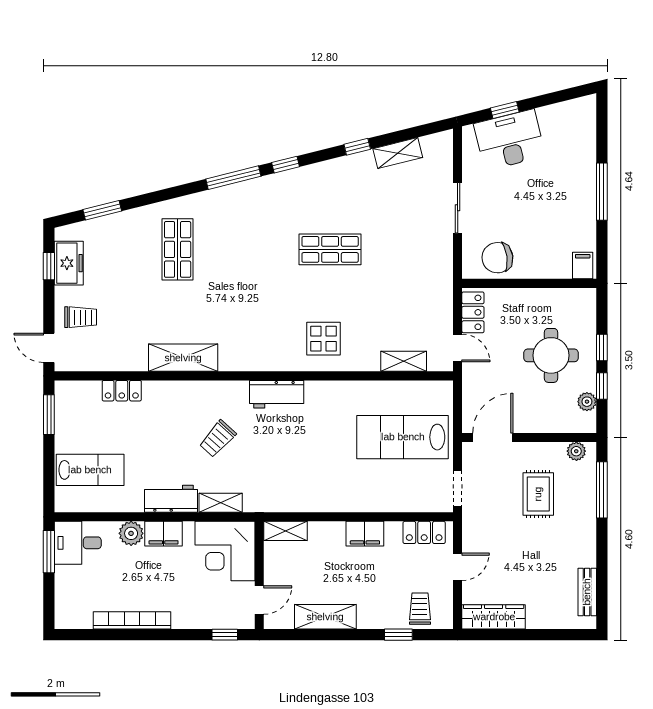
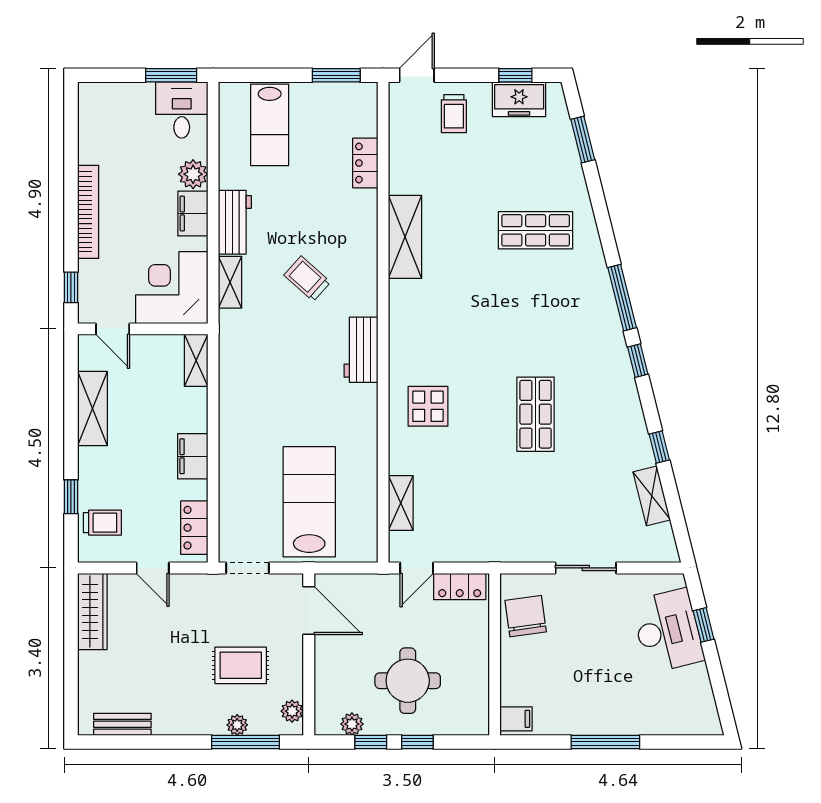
plant: (588, 497) -> (237, 725), added
bookcase: (132, 620) -> (88, 212), moved

